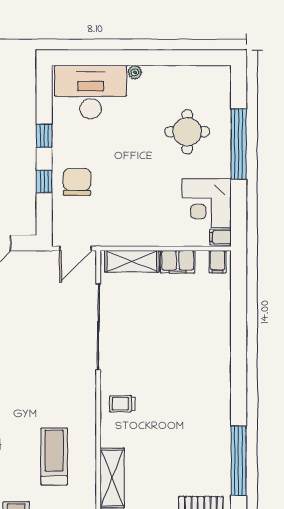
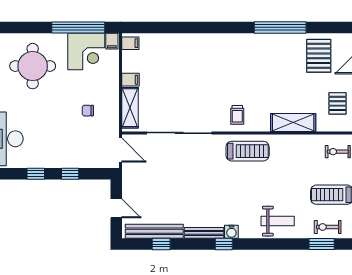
round table: (187, 132) -> (33, 66), width x1.36, depth x1.36
window: (239, 144) -> (78, 27), moved
chair: (77, 182) -> (88, 111), moved, width x0.54, depth x0.54
filing cabinet: (178, 262) -> (130, 80), width x0.50
treadmill: (54, 456) -> (248, 151), moved, turned 180

